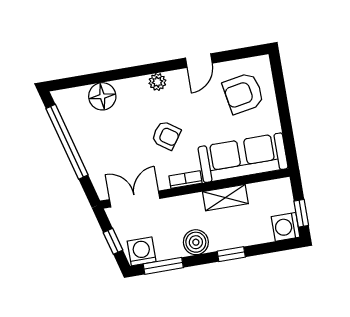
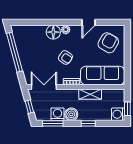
armchair: (243, 93) -> (108, 43), turned 130
floor lamp: (102, 96) -> (53, 32), moved
washing machine: (142, 251) -> (57, 114), moved

